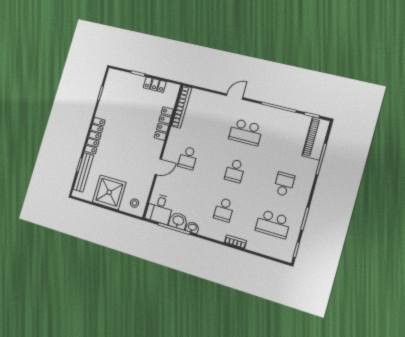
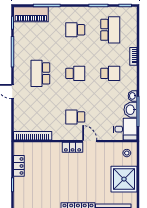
locker: (164, 123) -> (73, 147), moved, width x0.66
school desk: (246, 132) -> (40, 73), turned 180
school desk: (188, 158) -> (75, 117), turned 180

